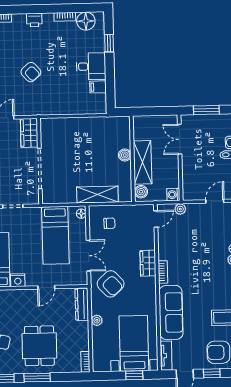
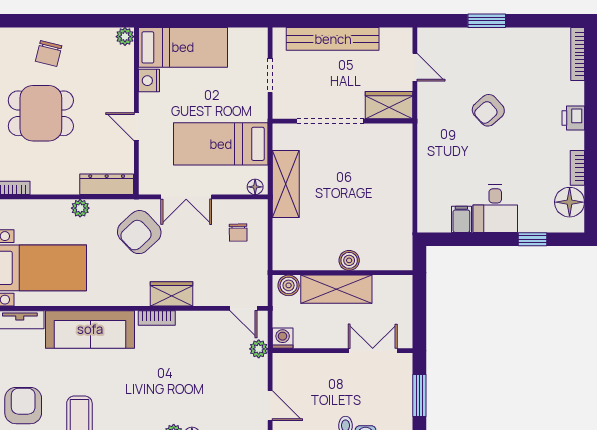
shelving: (97, 195) -> (286, 184), moved

